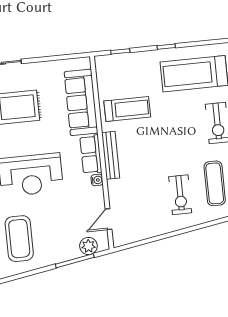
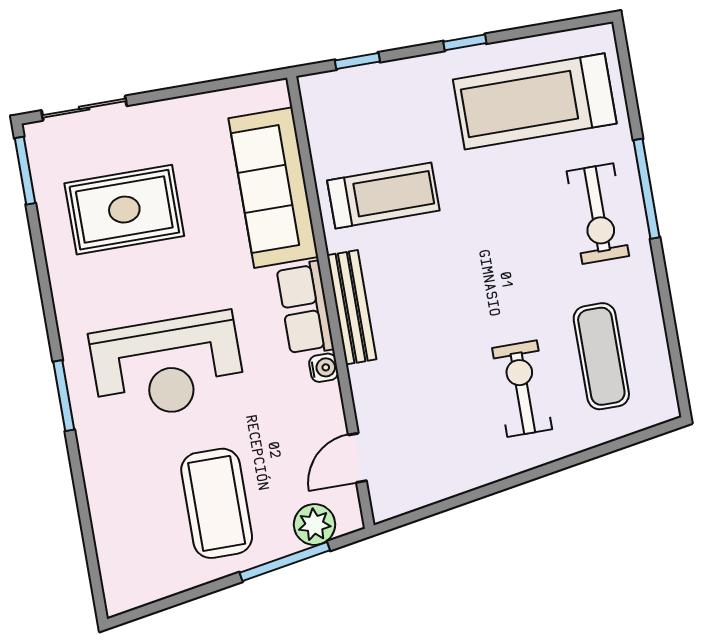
exercise bike: (180, 195) -> (522, 389), turned 180
coffee table: (19, 239) -> (217, 503), moved

